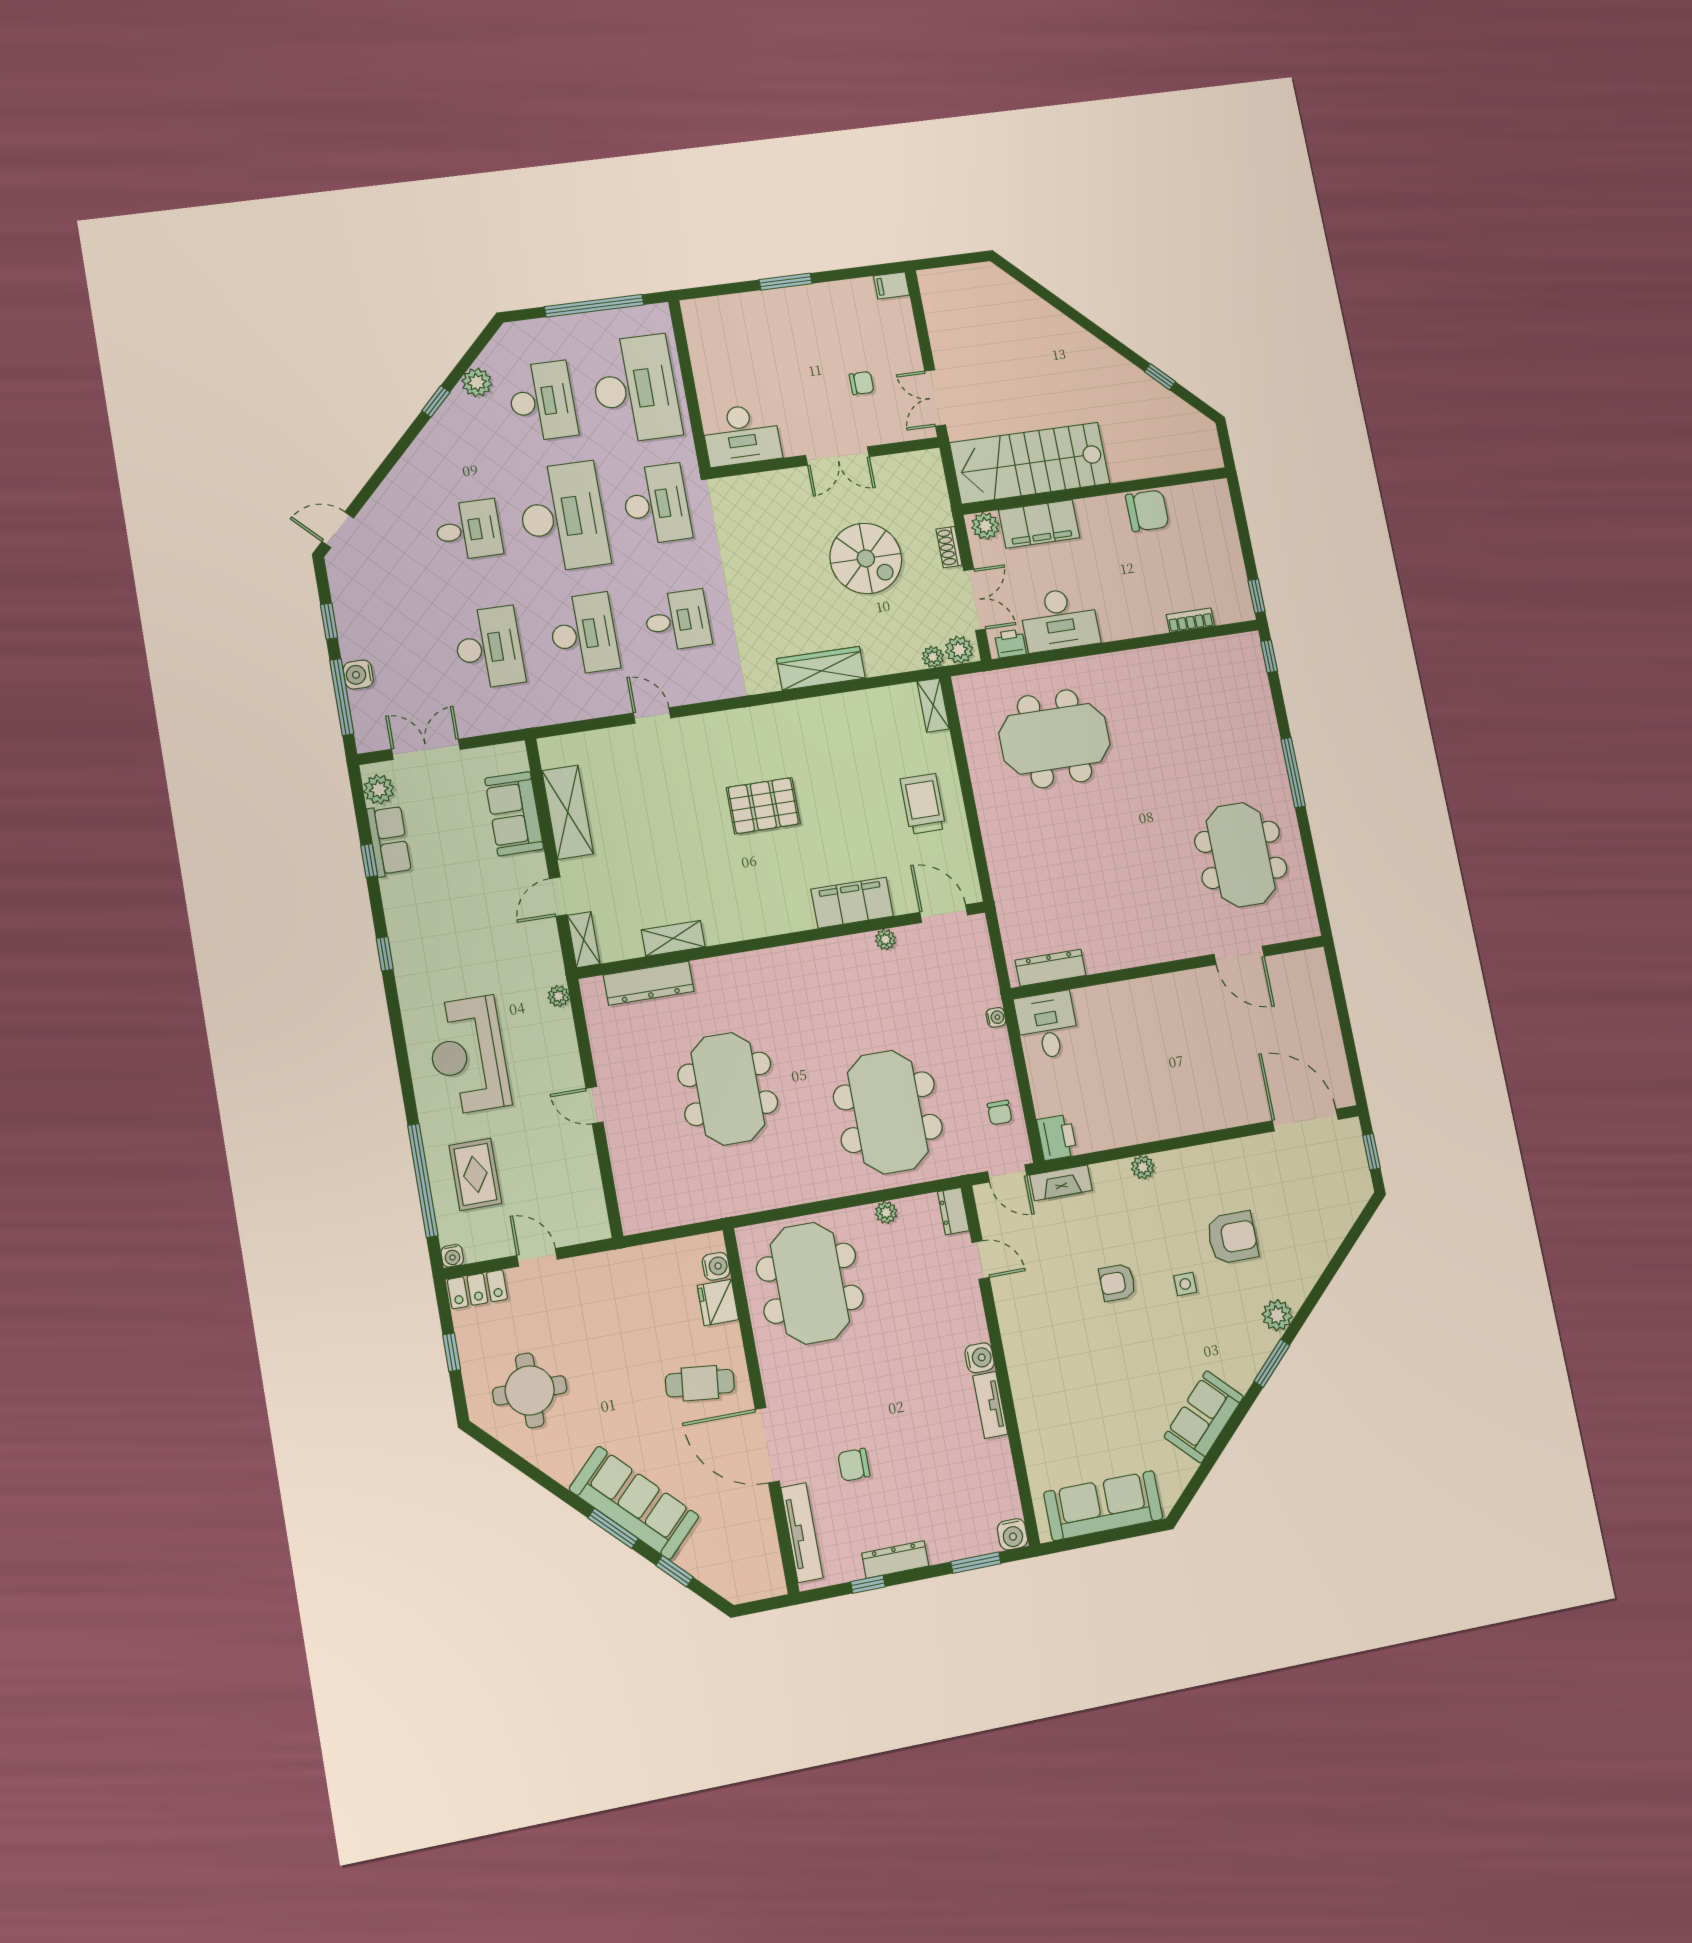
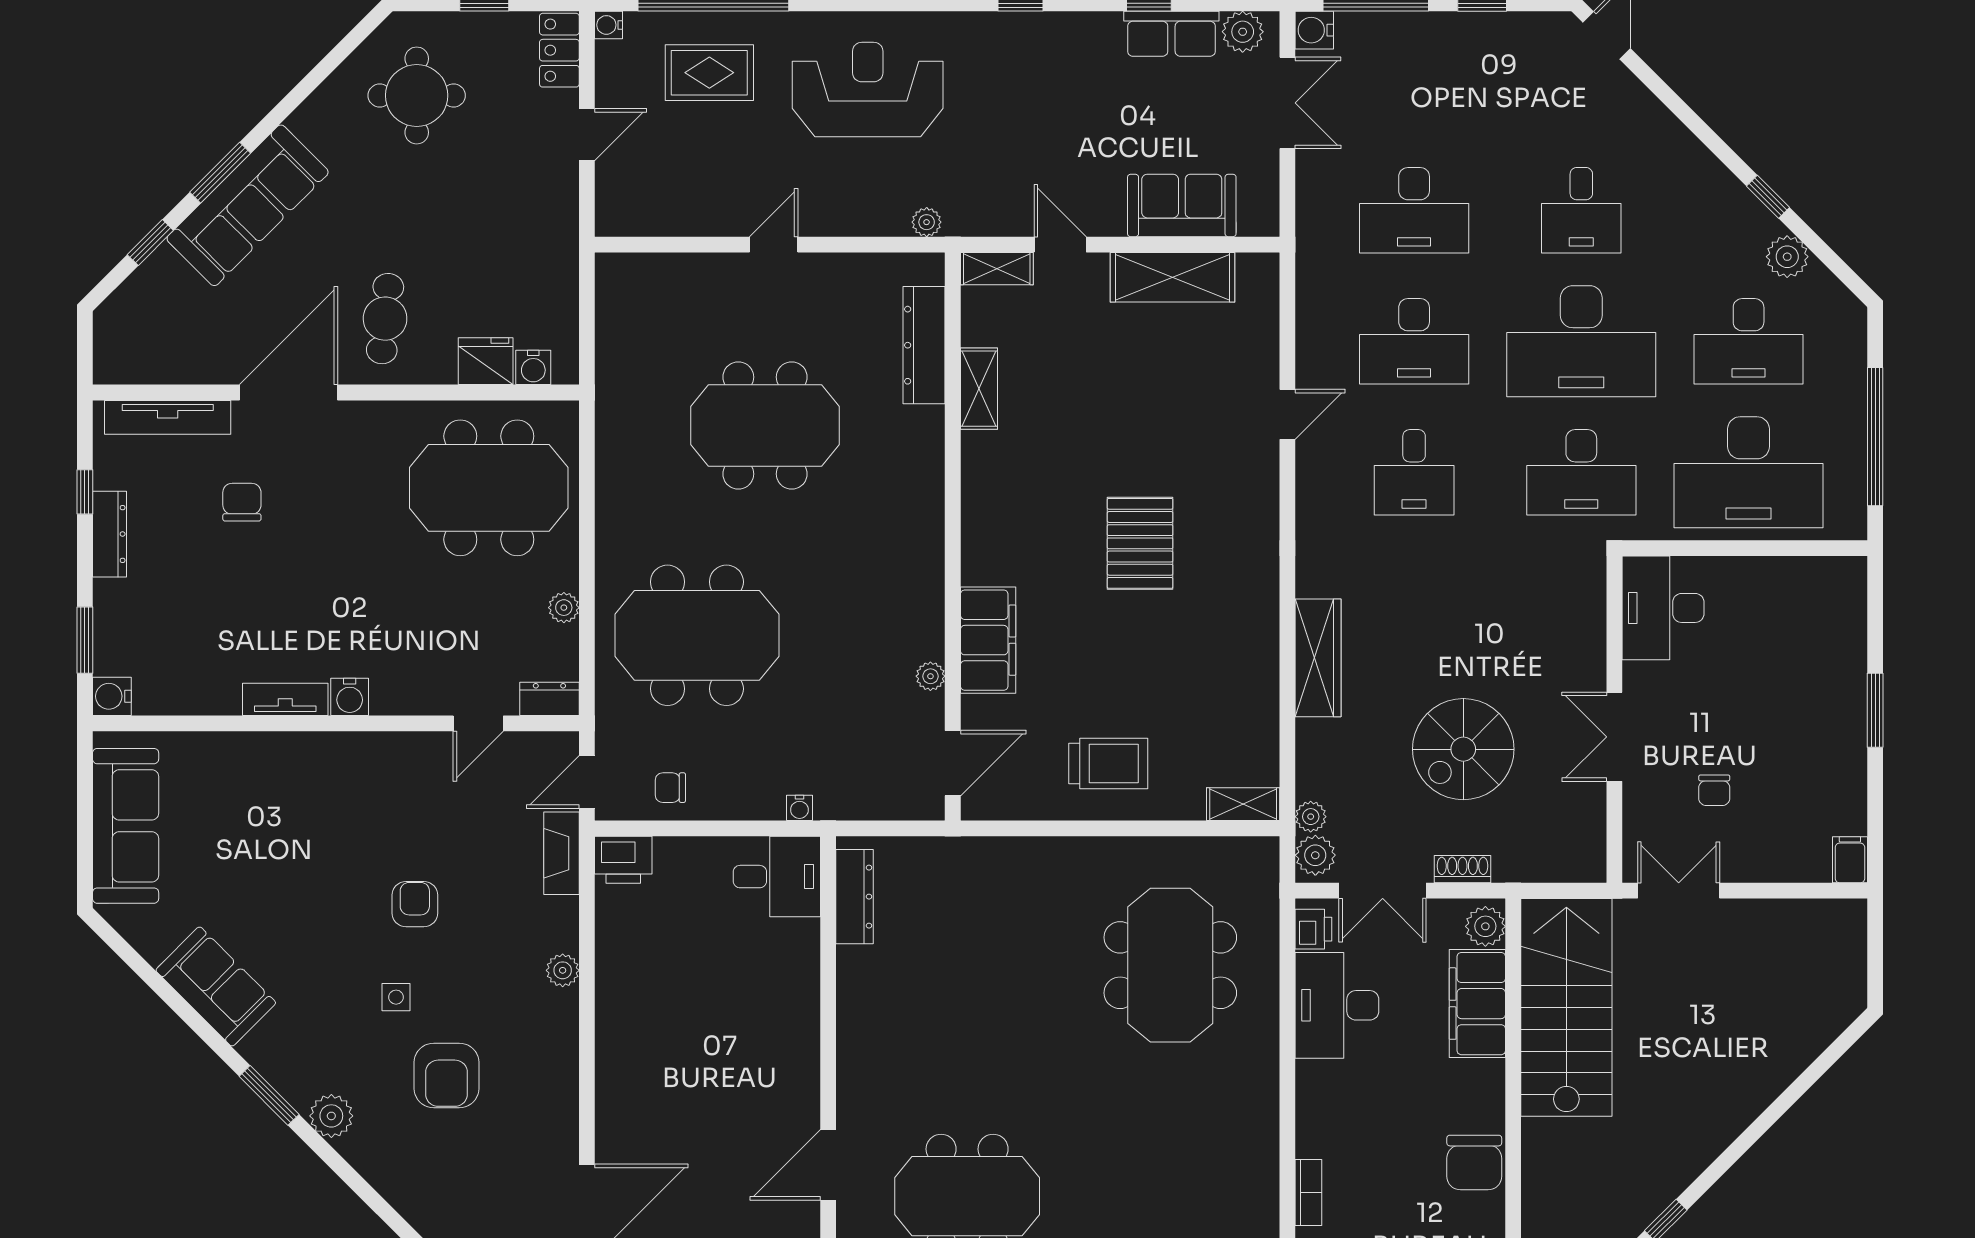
water cooler: (358, 675) -> (1314, 30), moved, turned -90

